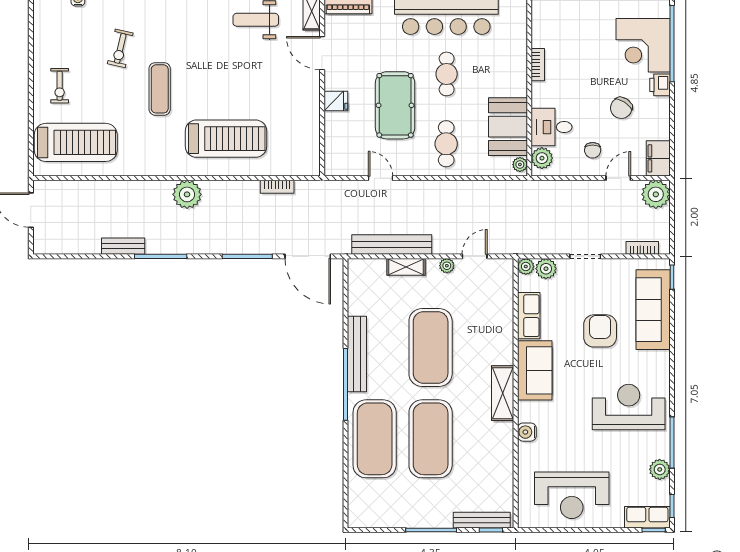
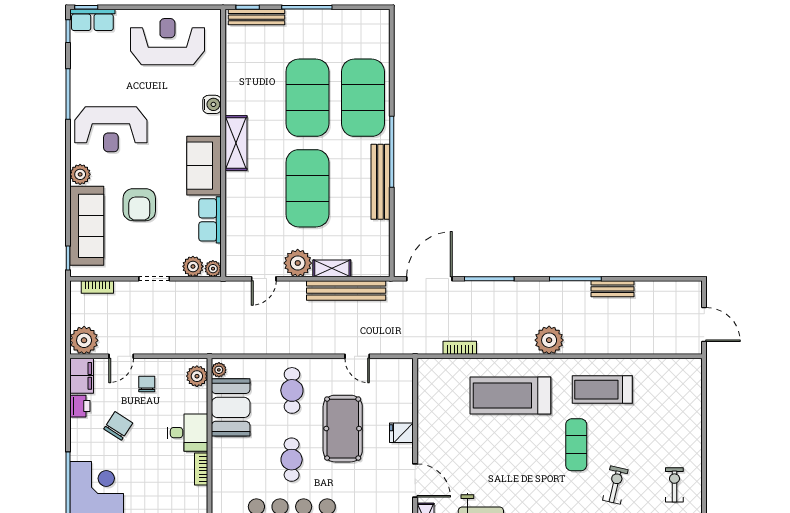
printer: (660, 85) -> (80, 406), moved
exercise bike: (60, 86) -> (674, 485), moved
desk: (552, 127) -> (187, 433), moved
treadmill: (76, 142) -> (602, 390), moved, width x0.73, depth x0.73
door: (308, 256) -> (429, 279), hinge flipped
plant: (447, 266) -> (298, 263), width x1.88, depth x1.88
plant: (660, 469) -> (80, 174), moved

